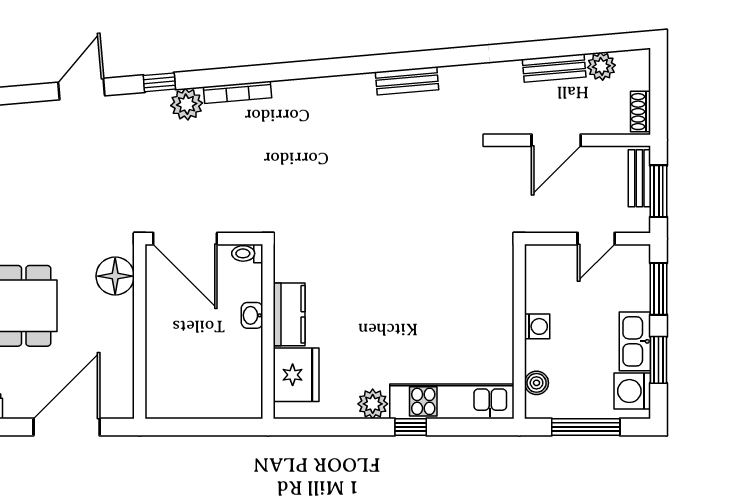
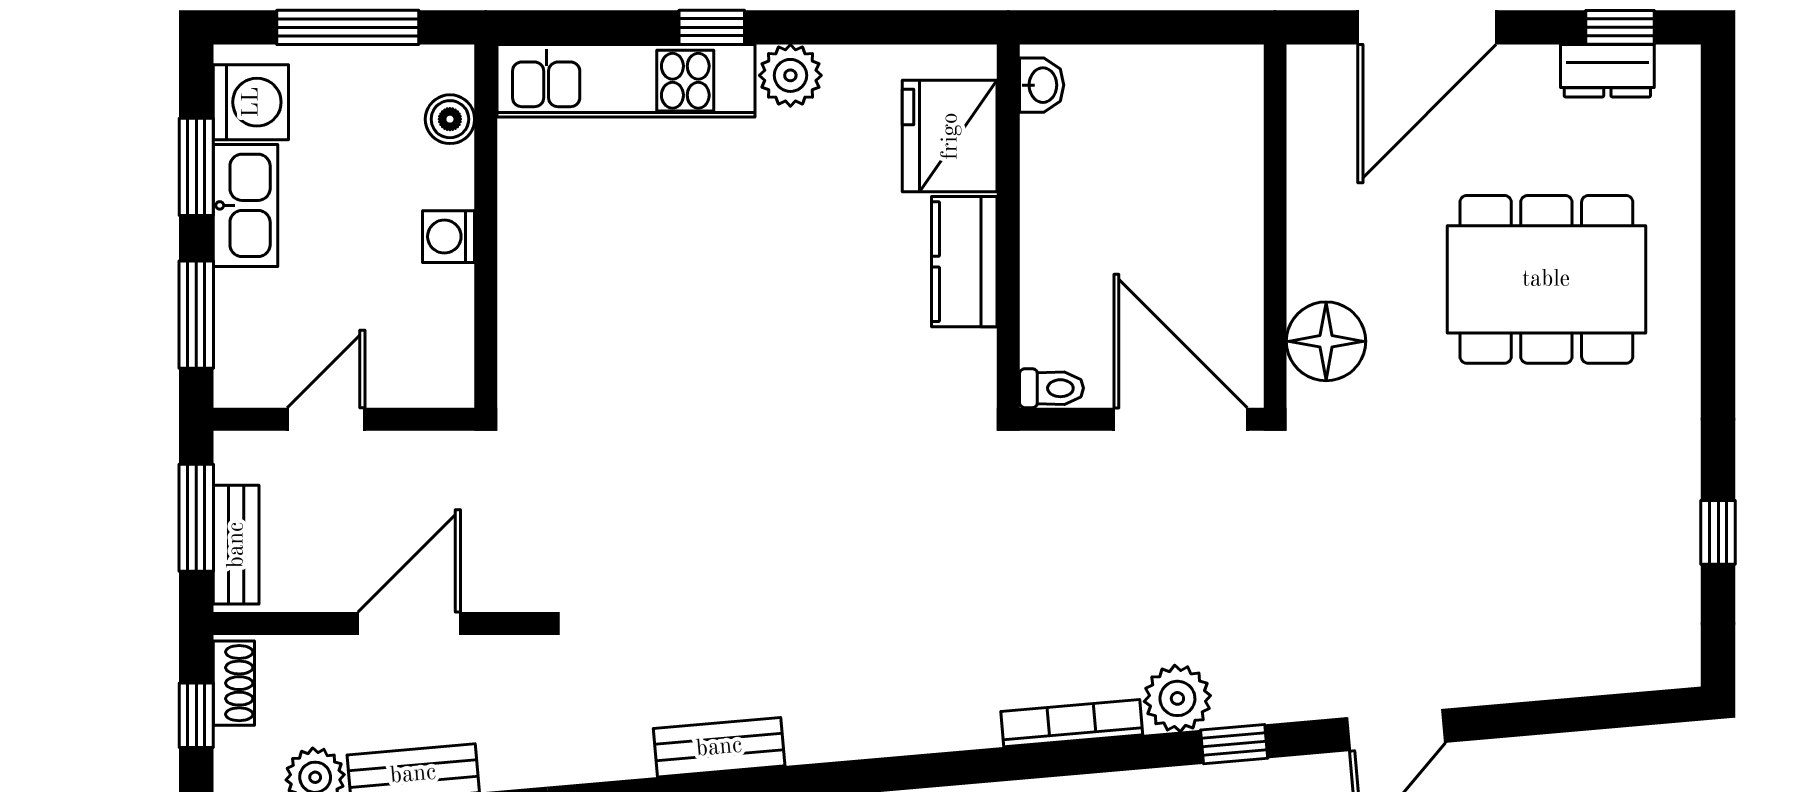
window: (659, 96) -> (196, 715), added
washbasin: (252, 315) -> (1042, 85), moved

